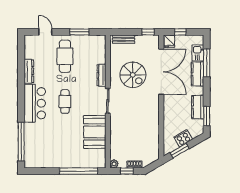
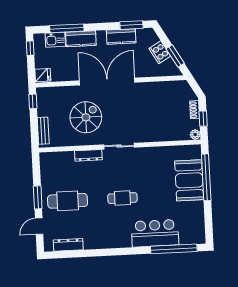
window: (79, 32) -> (38, 197), moved
window: (180, 32) -> (30, 48), moved
dresser: (29, 71) -> (68, 245), moved
double door: (161, 72) -> (107, 82), moved
bar counter: (35, 103) -> (155, 233), moved
booth: (95, 132) -> (189, 180), moved, turned 90

